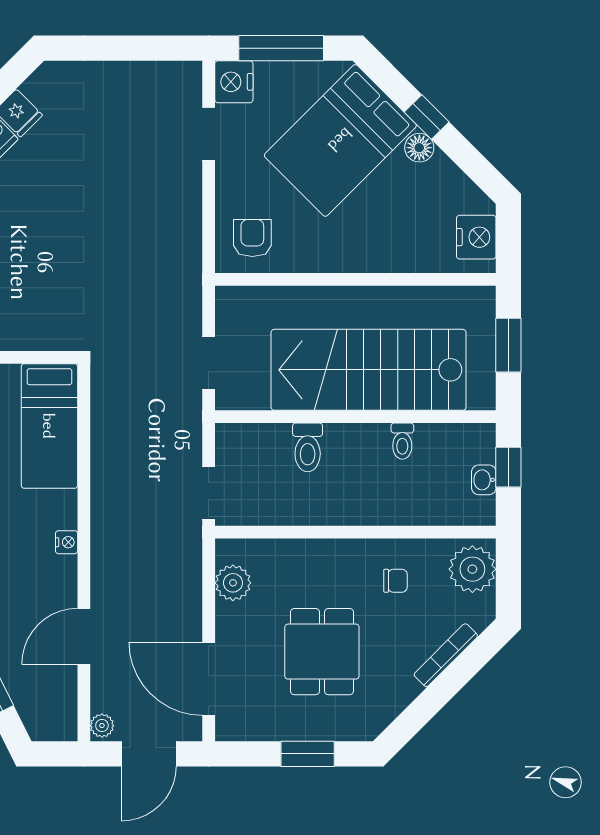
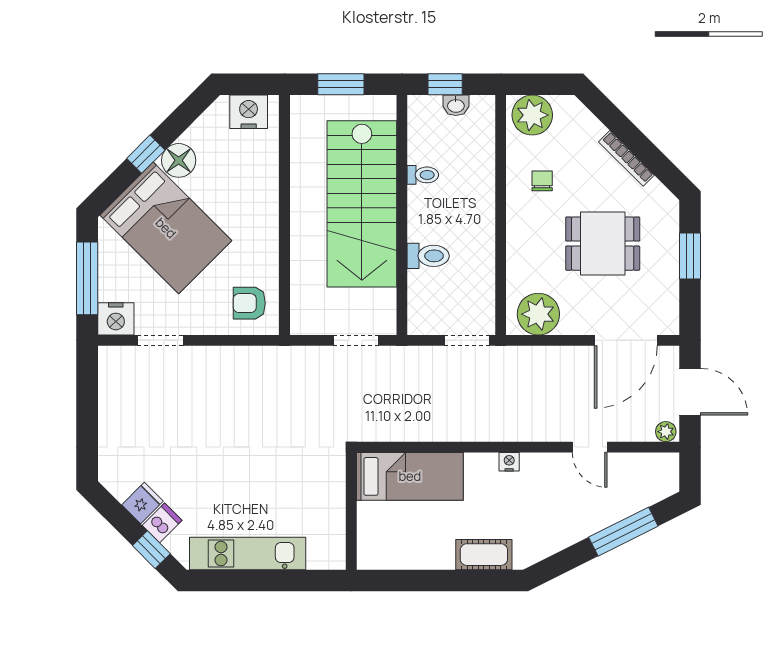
floor lamp: (419, 148) -> (179, 160), width x1.38, depth x1.38
plant: (233, 583) -> (538, 314), width x1.36, depth x1.36
door: (84, 636) -> (590, 447), width x0.73
bookcase: (446, 655) -> (626, 158), moved

